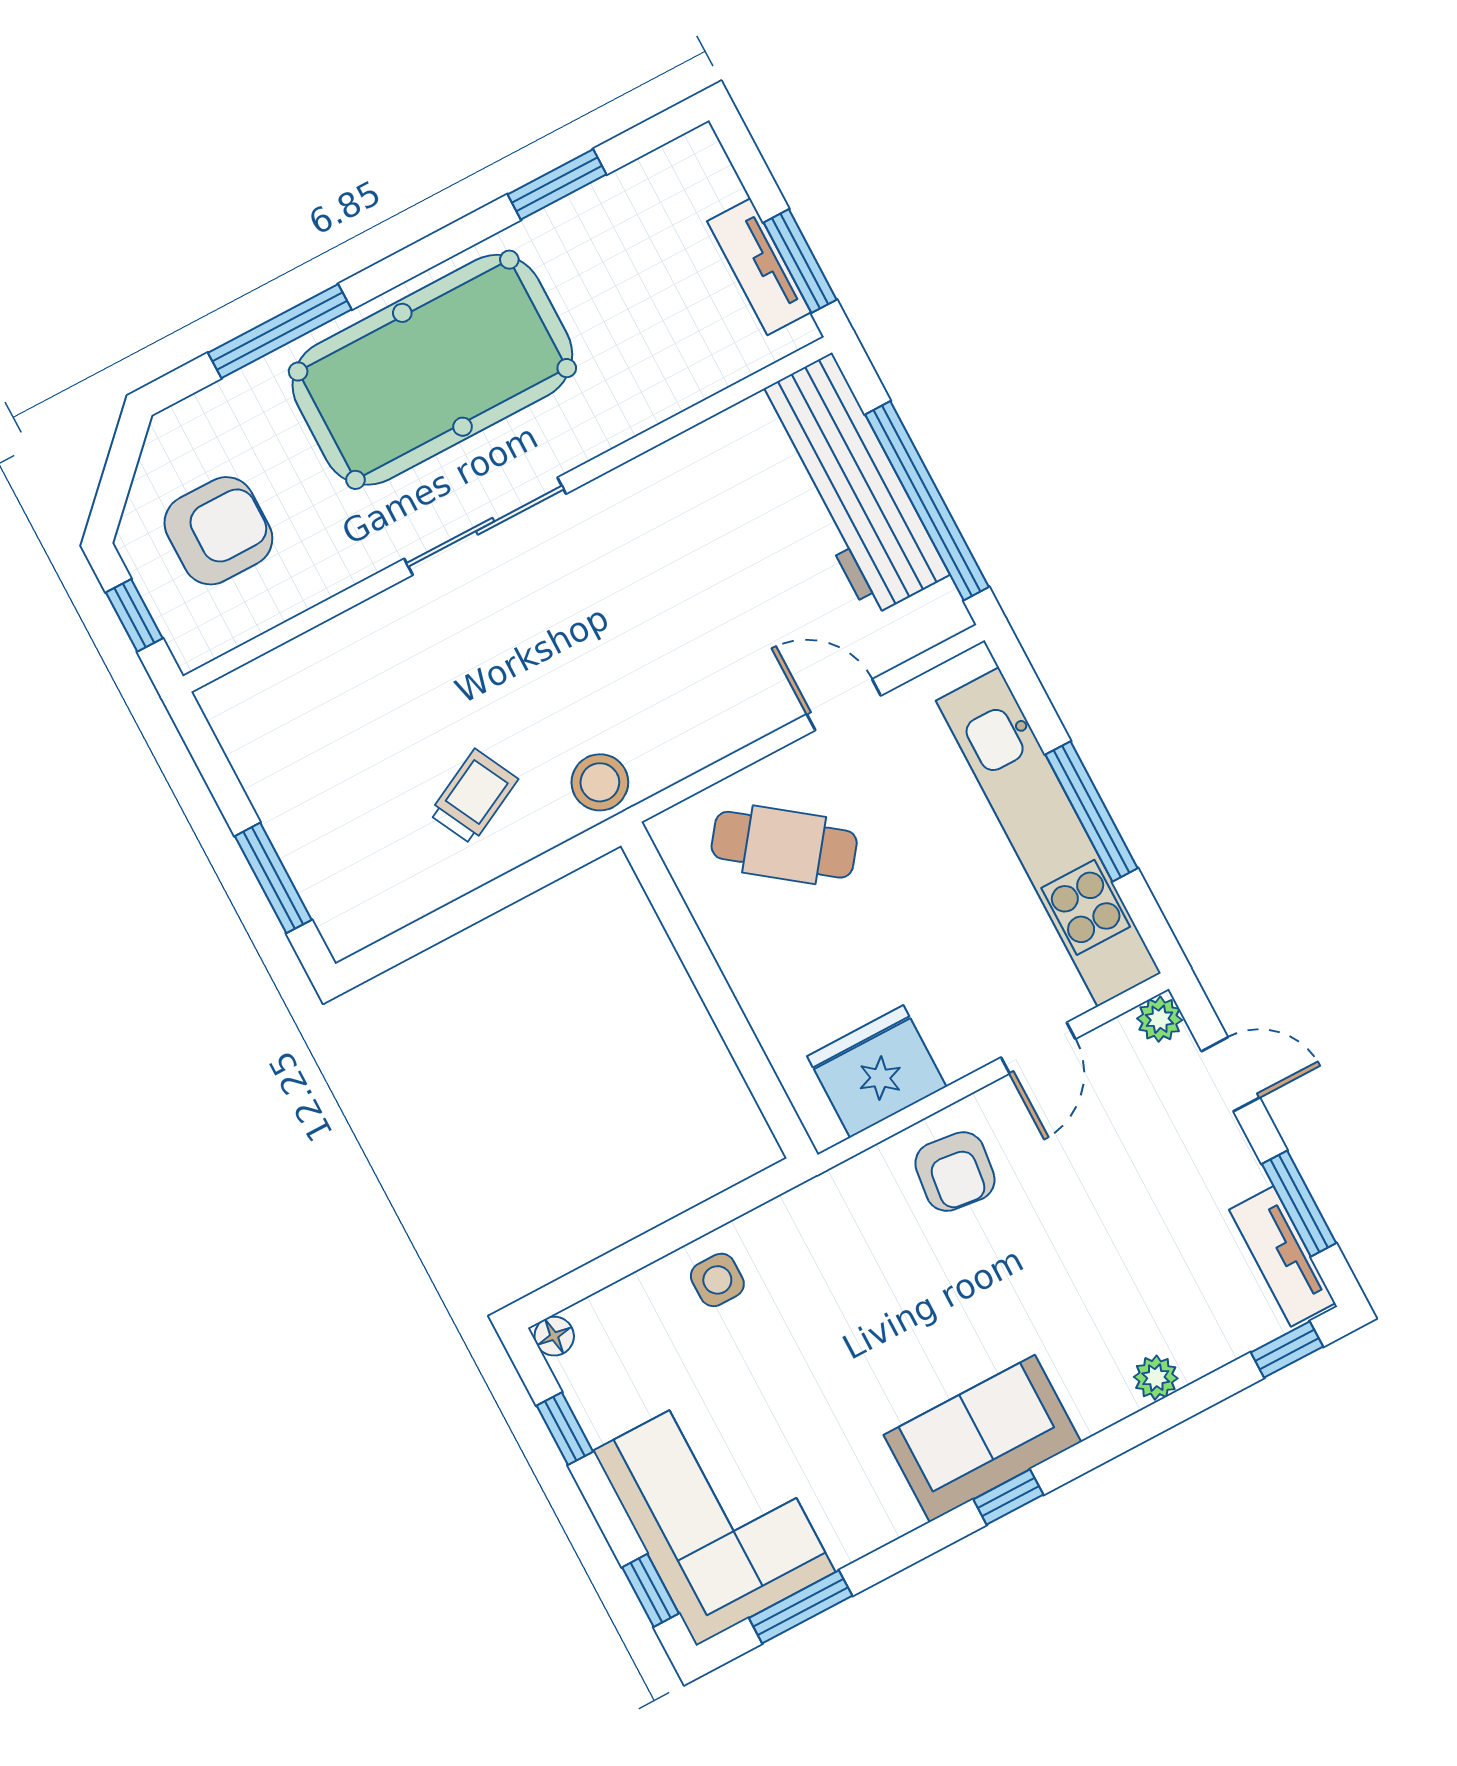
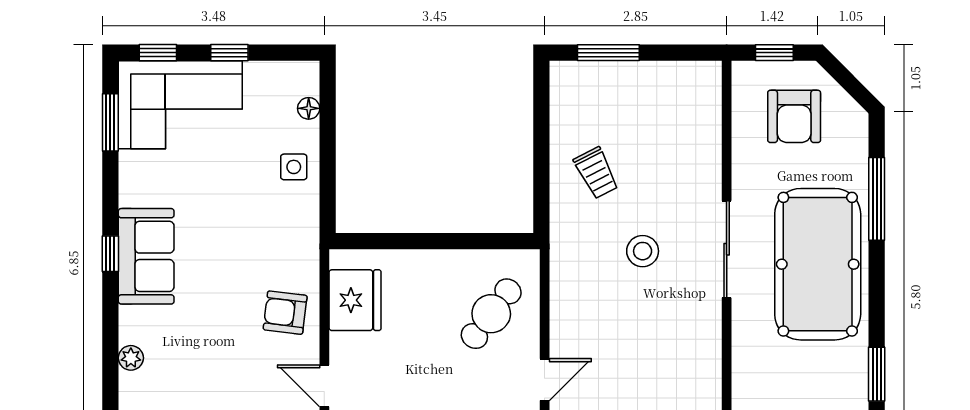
stool: (600, 782) -> (643, 251), moved
floor lamp: (554, 1336) -> (309, 108), moved
window: (565, 1429) -> (229, 53), moved

